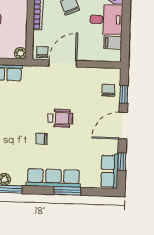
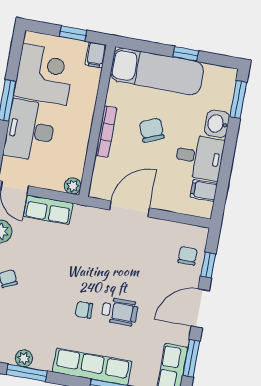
chair: (42, 52) -> (103, 189), removed
wheelchair: (60, 118) -> (120, 312), moved
window: (122, 162) -> (191, 358), width x1.50

